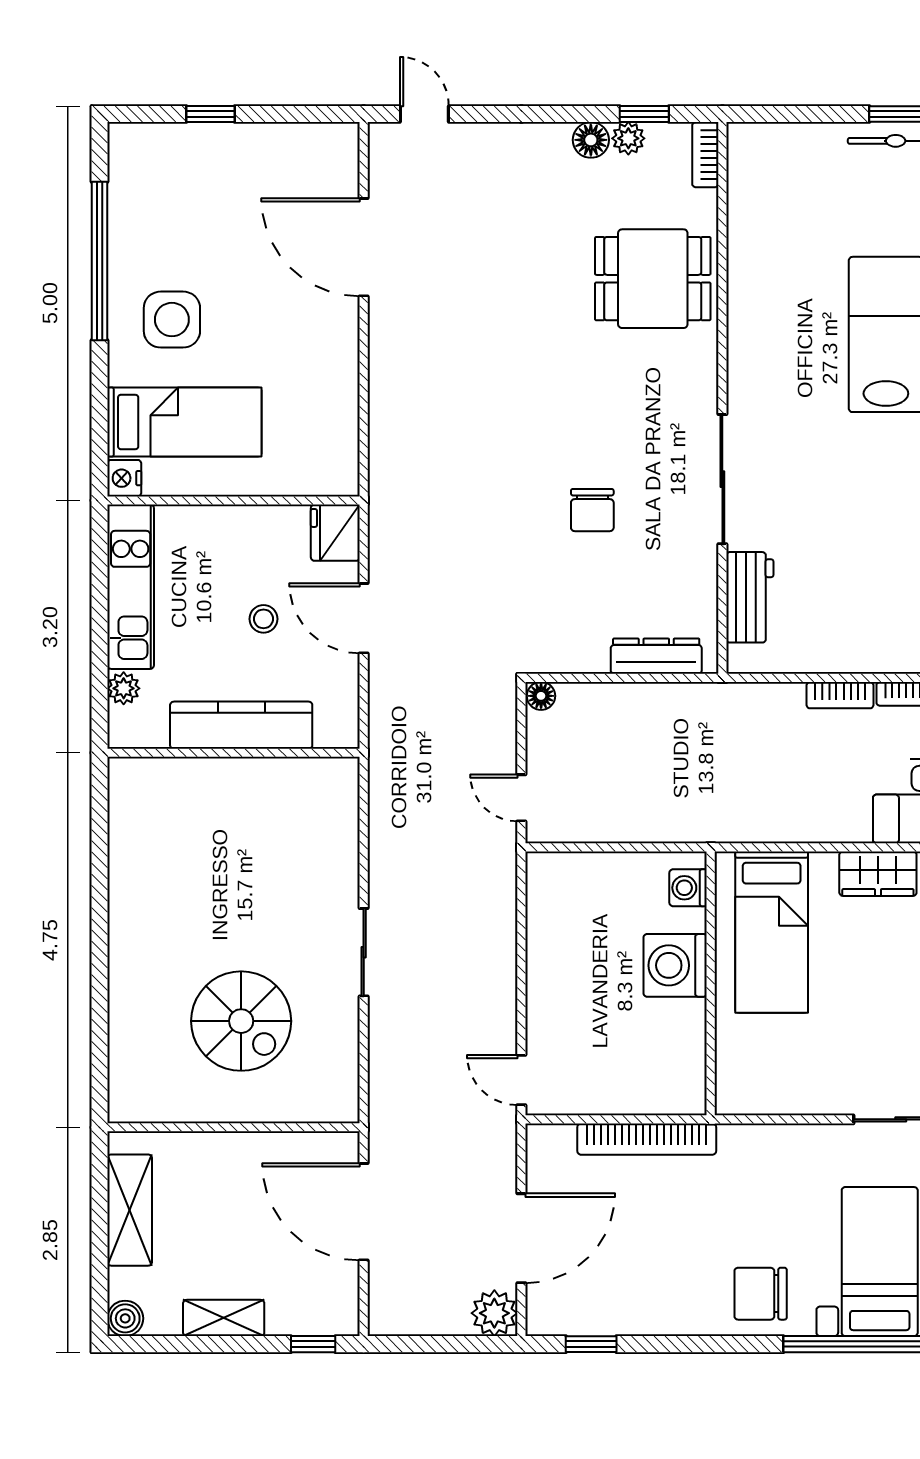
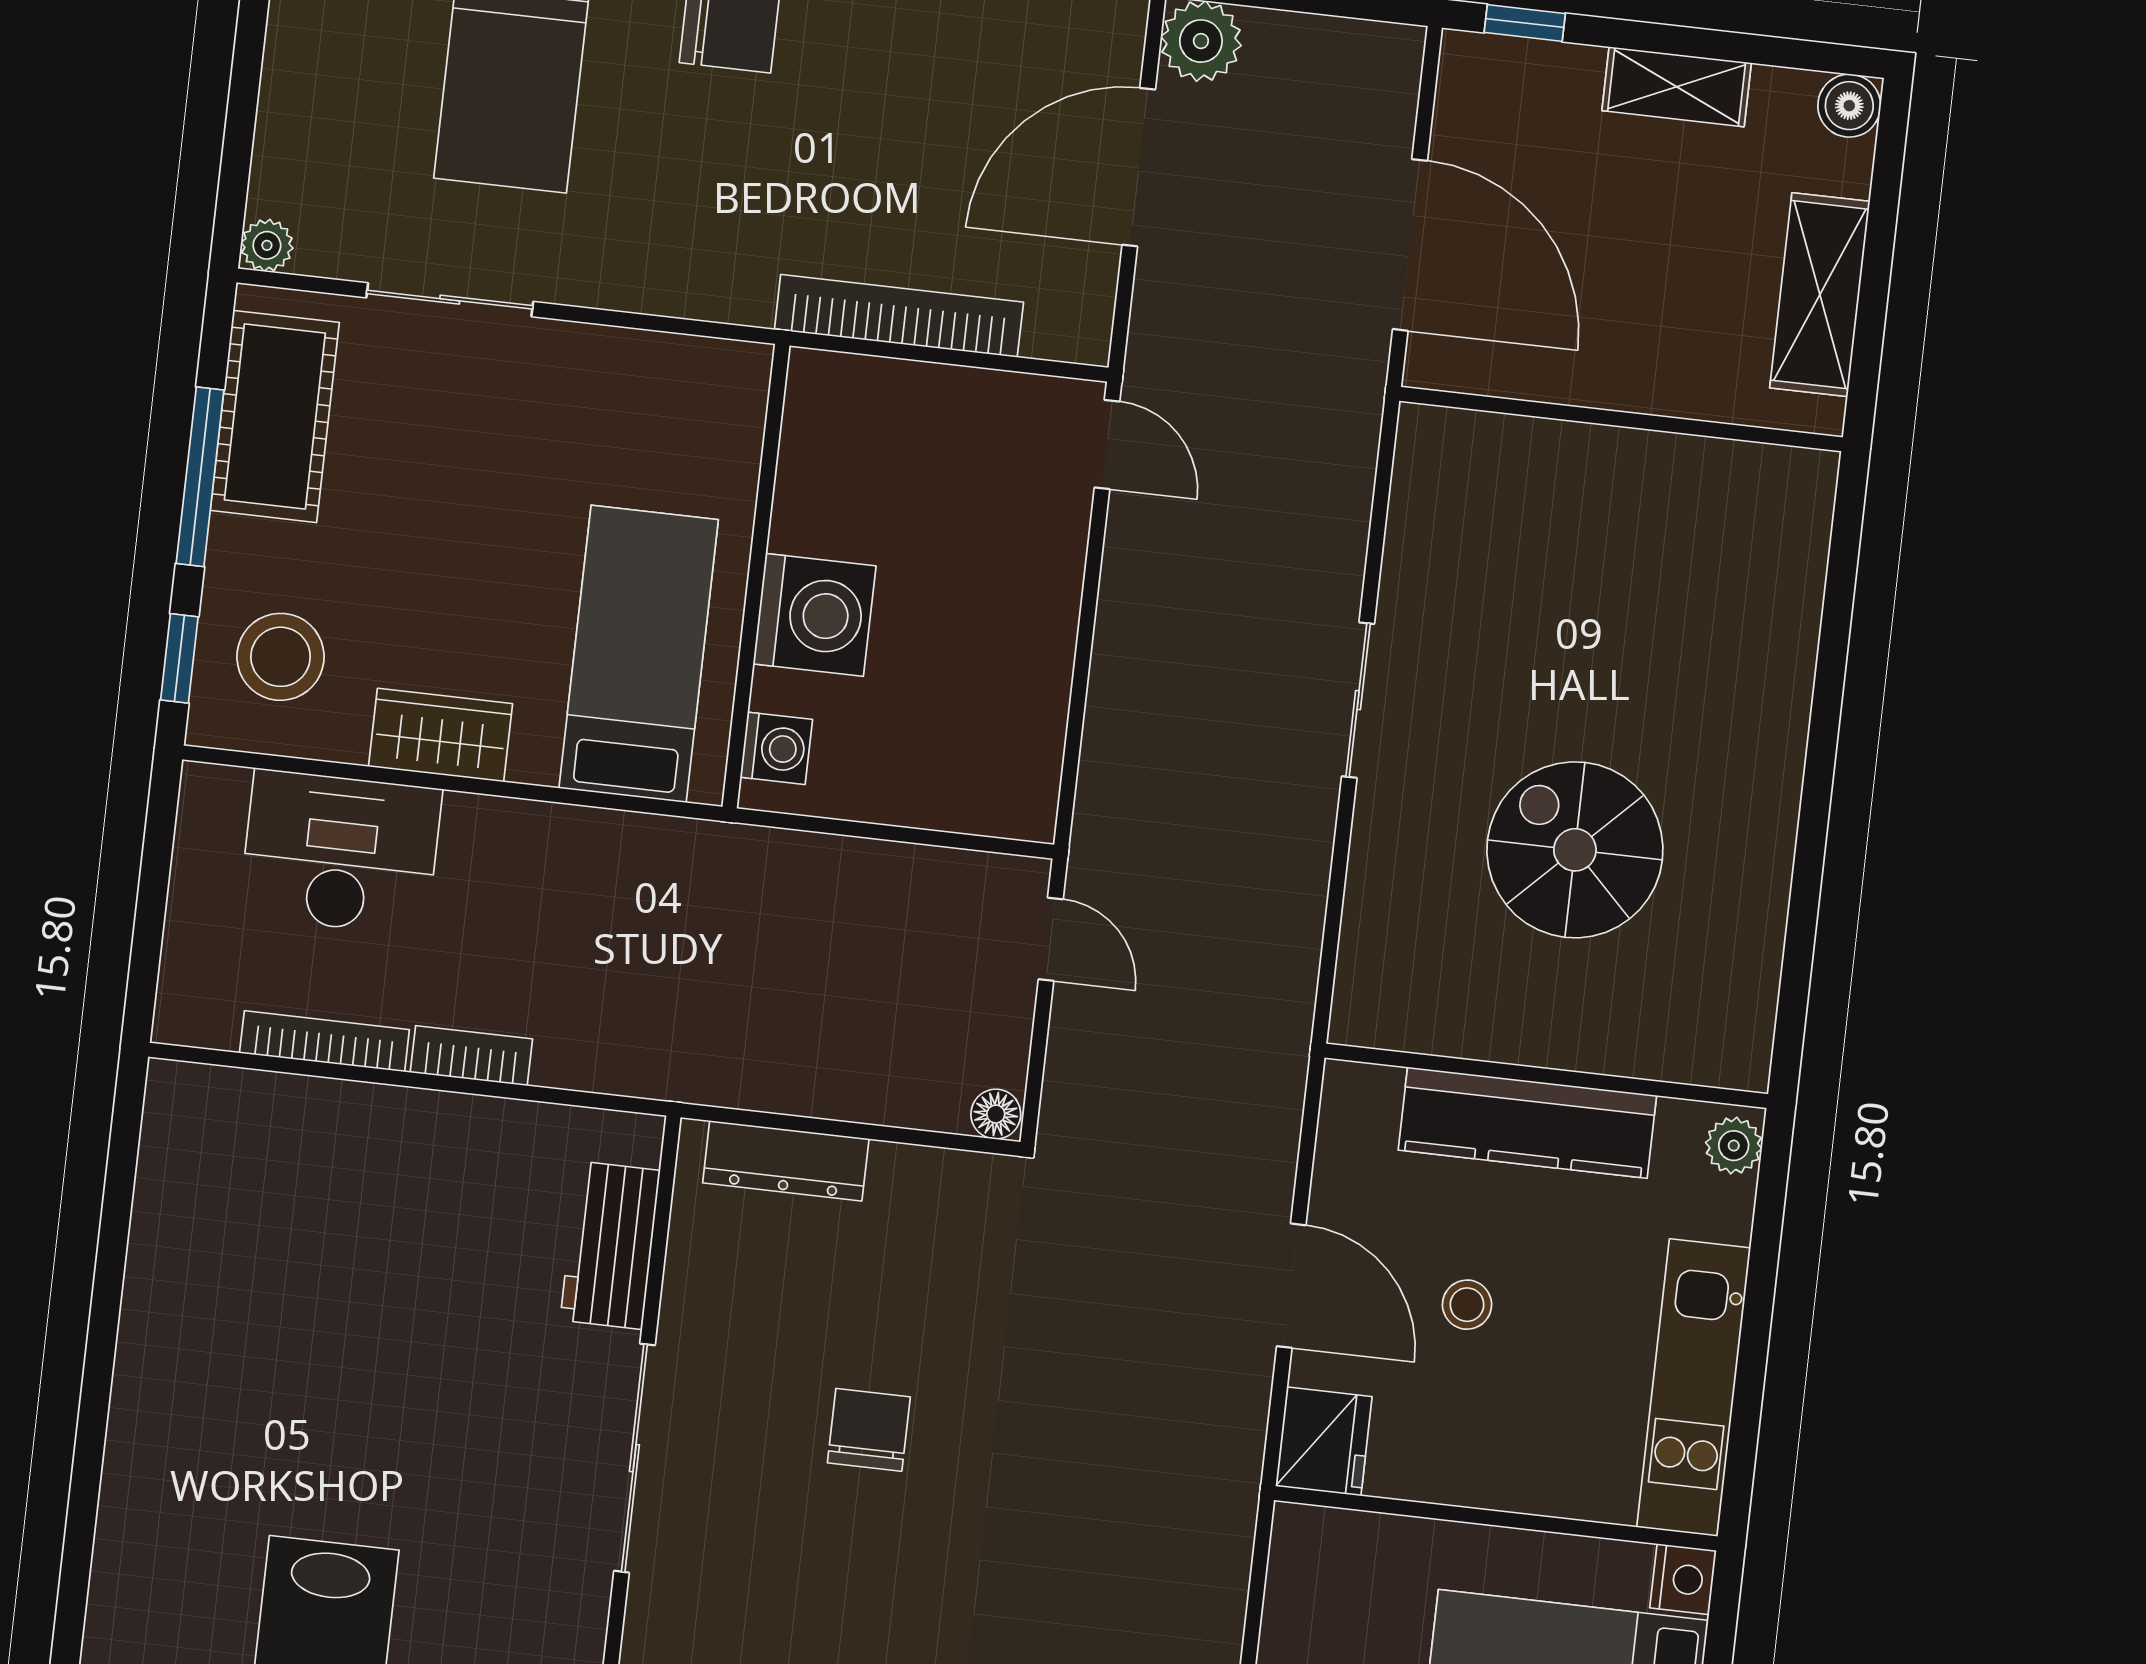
plant: (124, 688) -> (1734, 1146), moved
spiral stairs: (241, 1021) -> (1575, 850), moved

